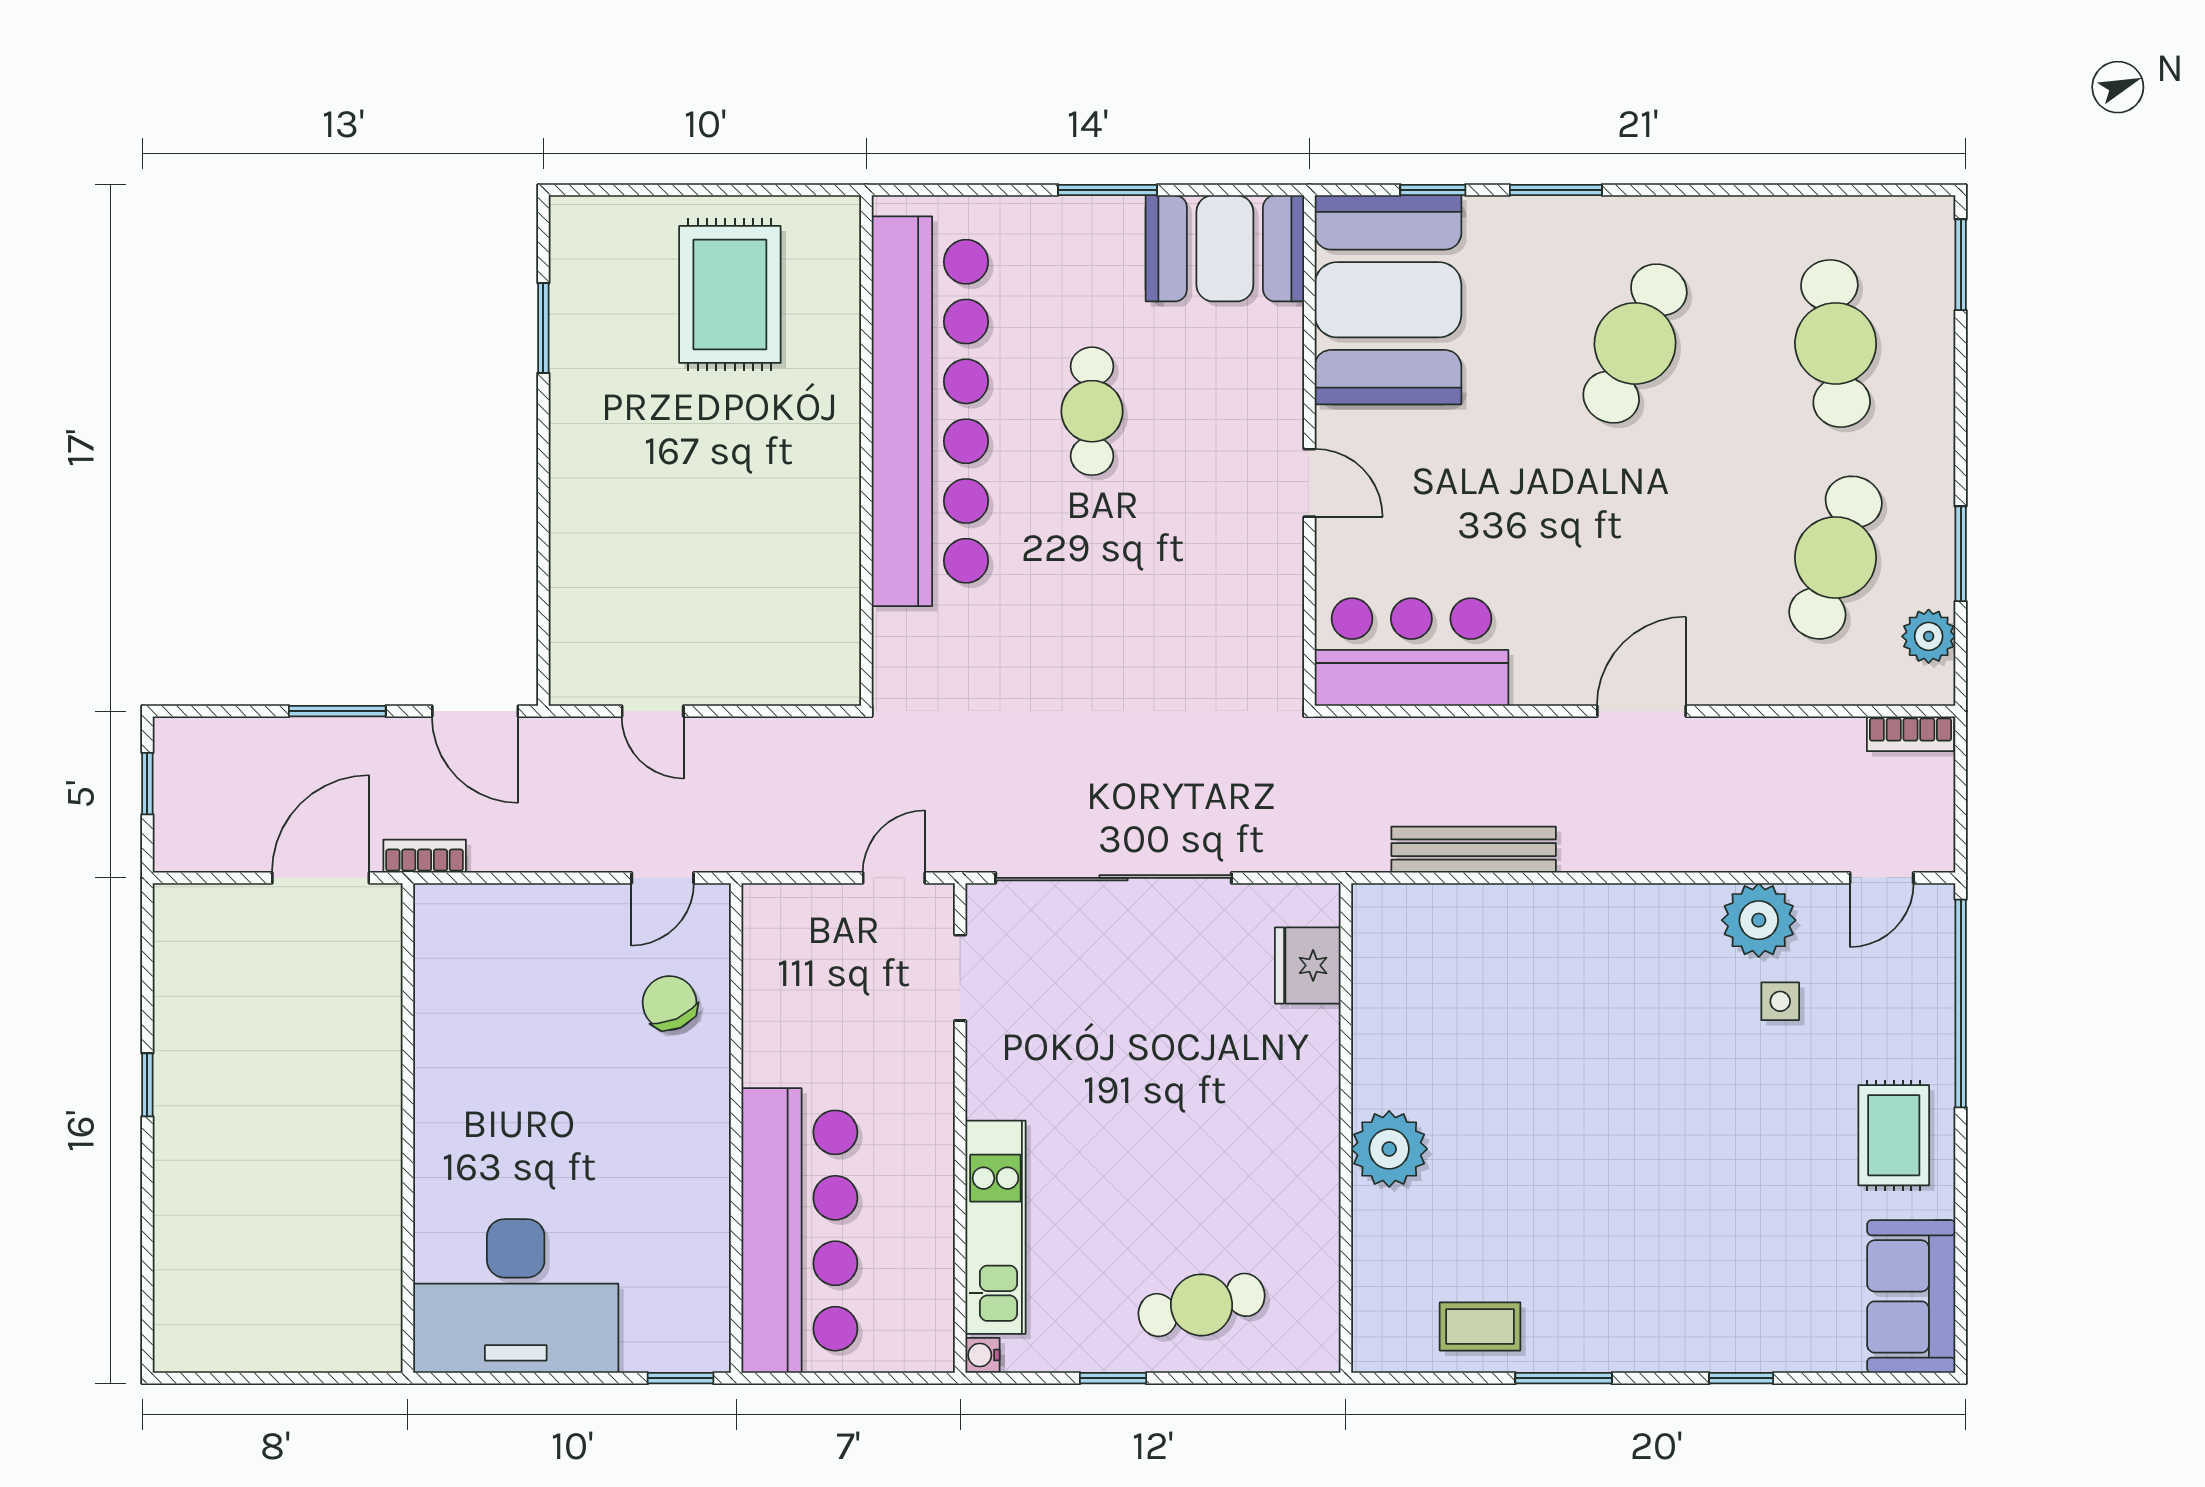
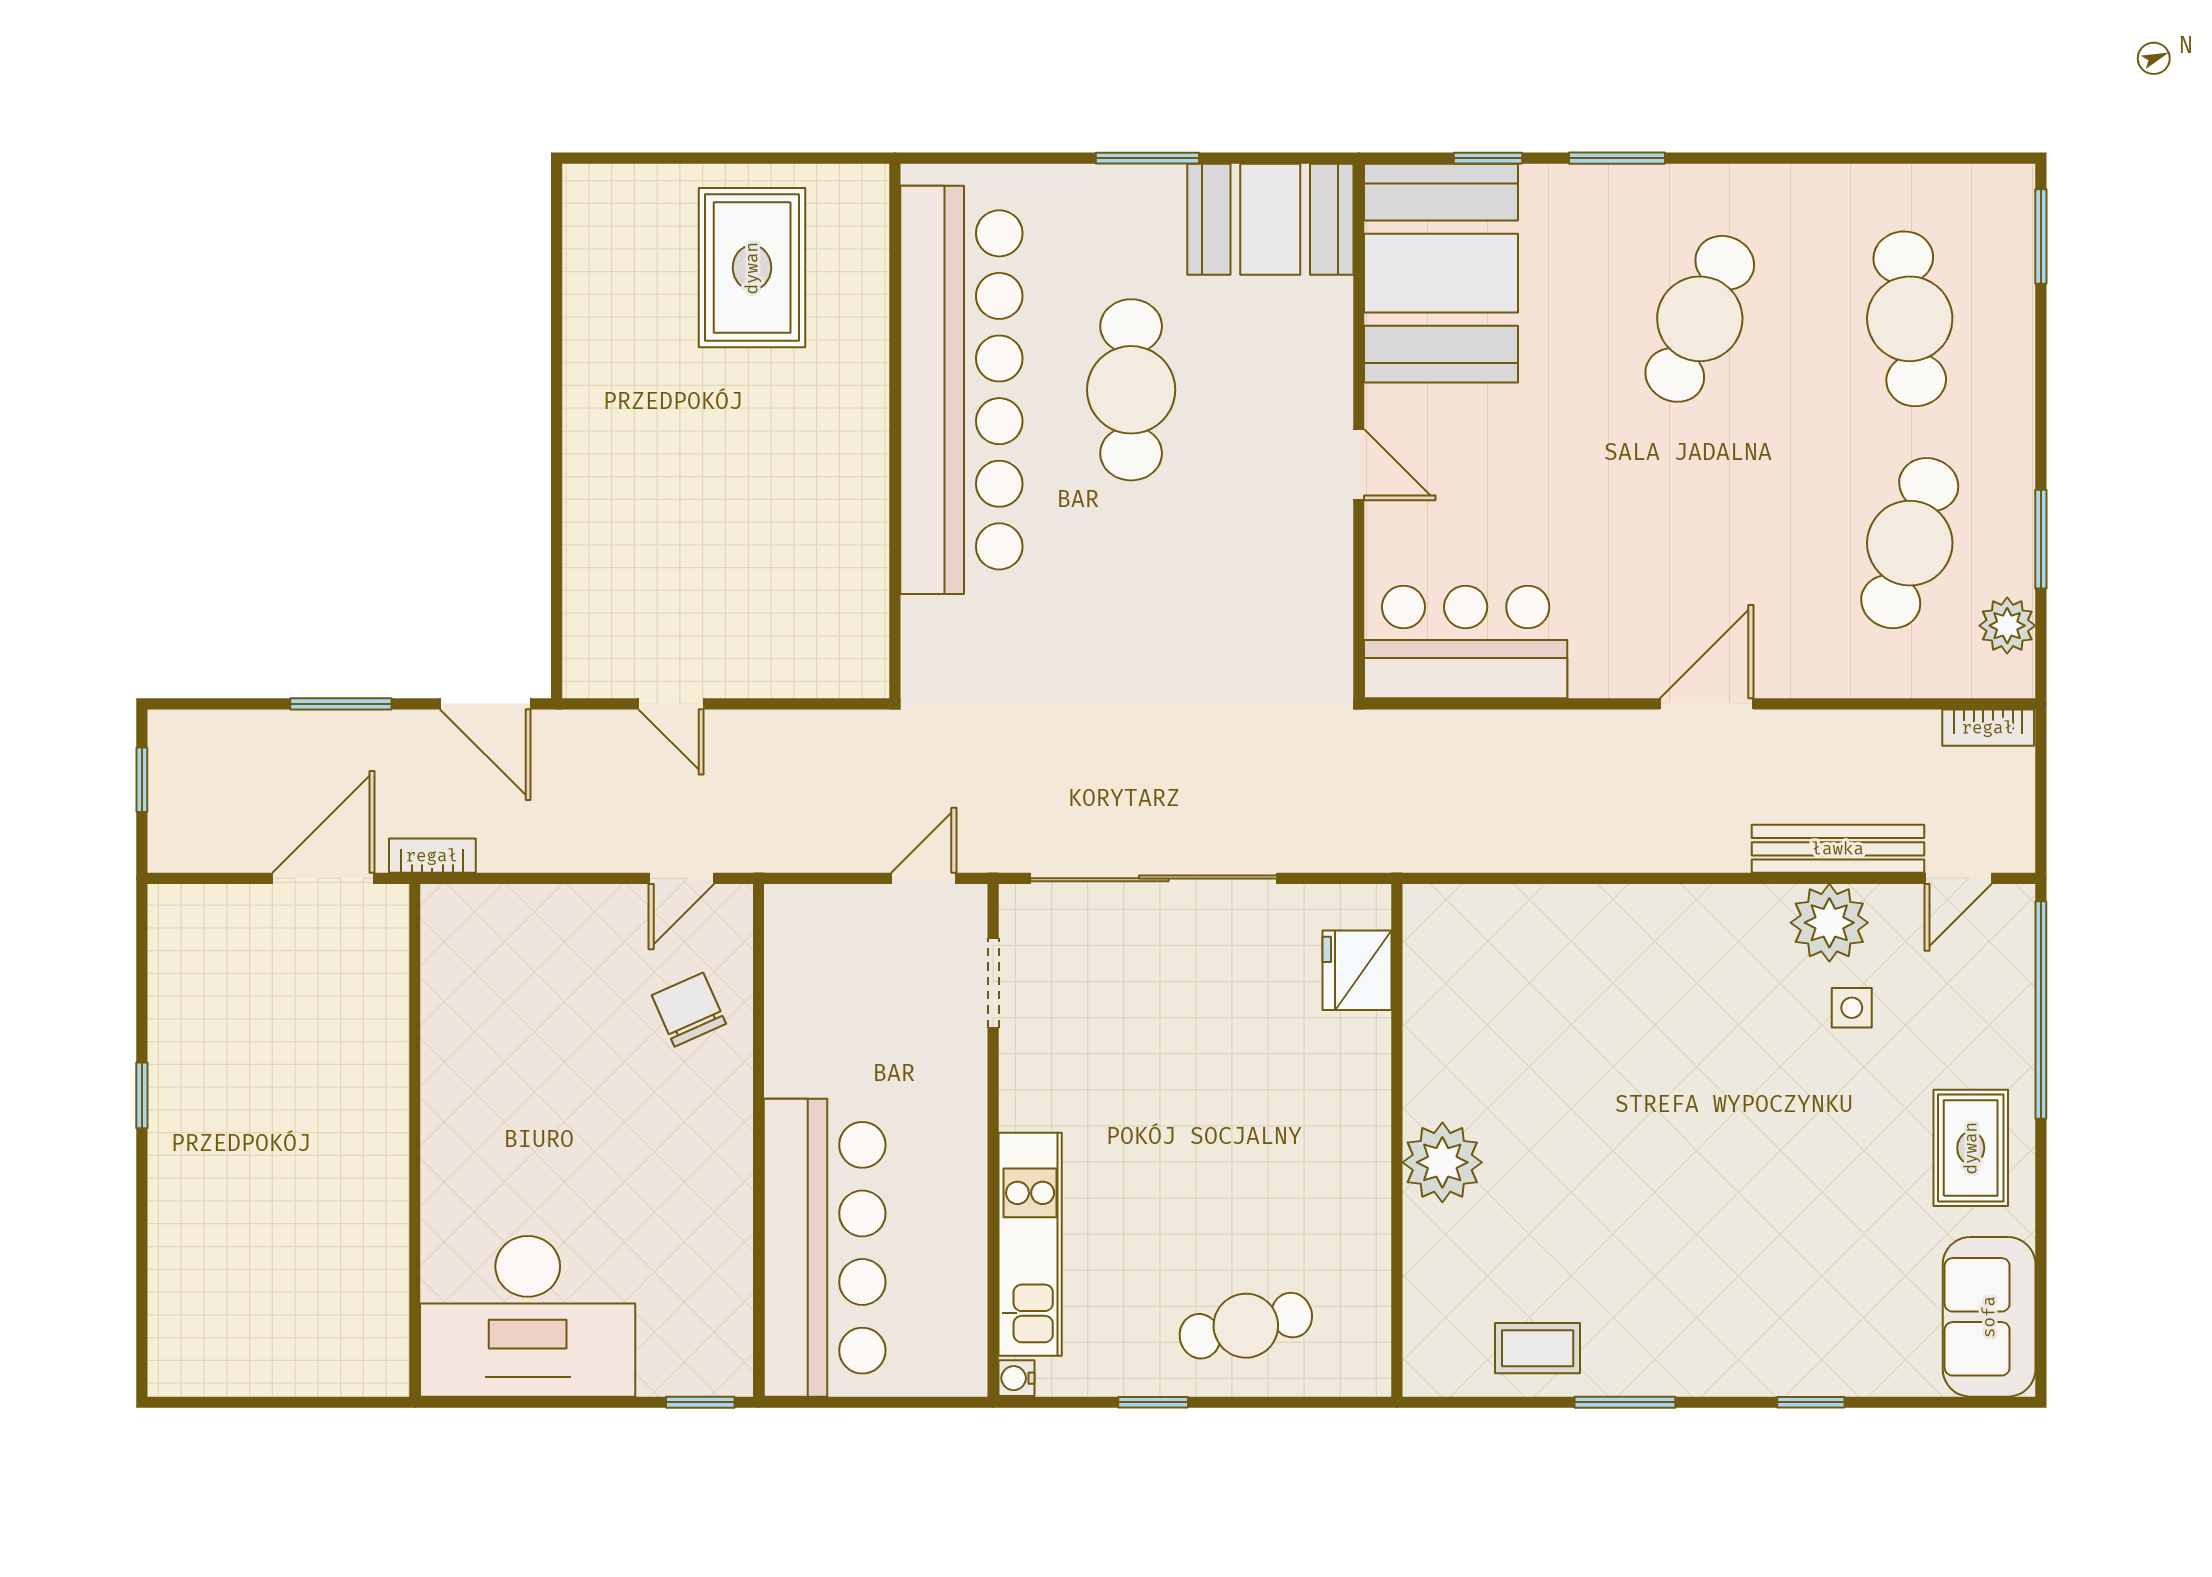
window: (543, 328) -> (557, 303), removed
cafe table: (1092, 411) -> (1131, 390), width x1.37, depth x1.35
bench: (1474, 850) -> (1838, 849), moved

